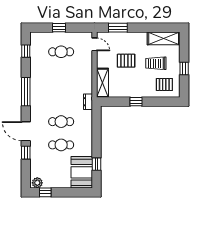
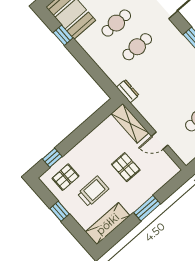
window: (118, 28) -> (147, 208), moved
door: (94, 44) -> (160, 141), moved
pallet: (126, 61) -> (126, 167), turned 90
window: (136, 102) -> (52, 158), moved

